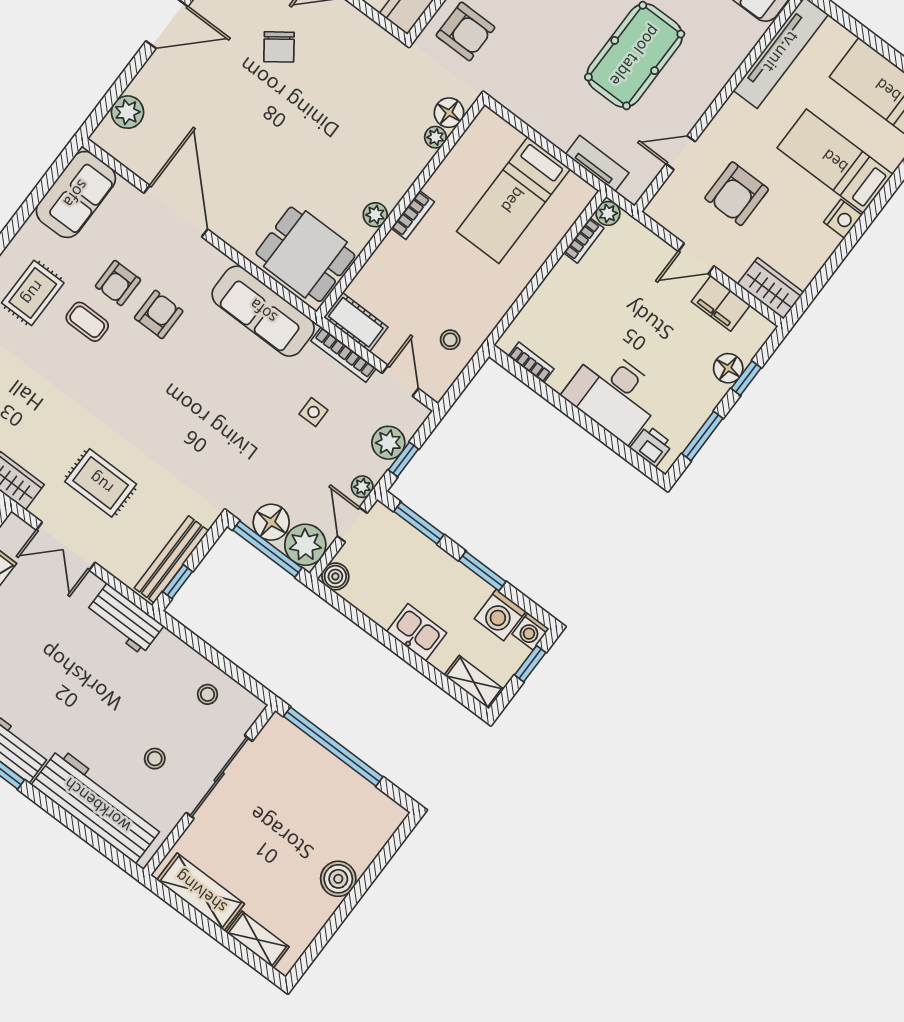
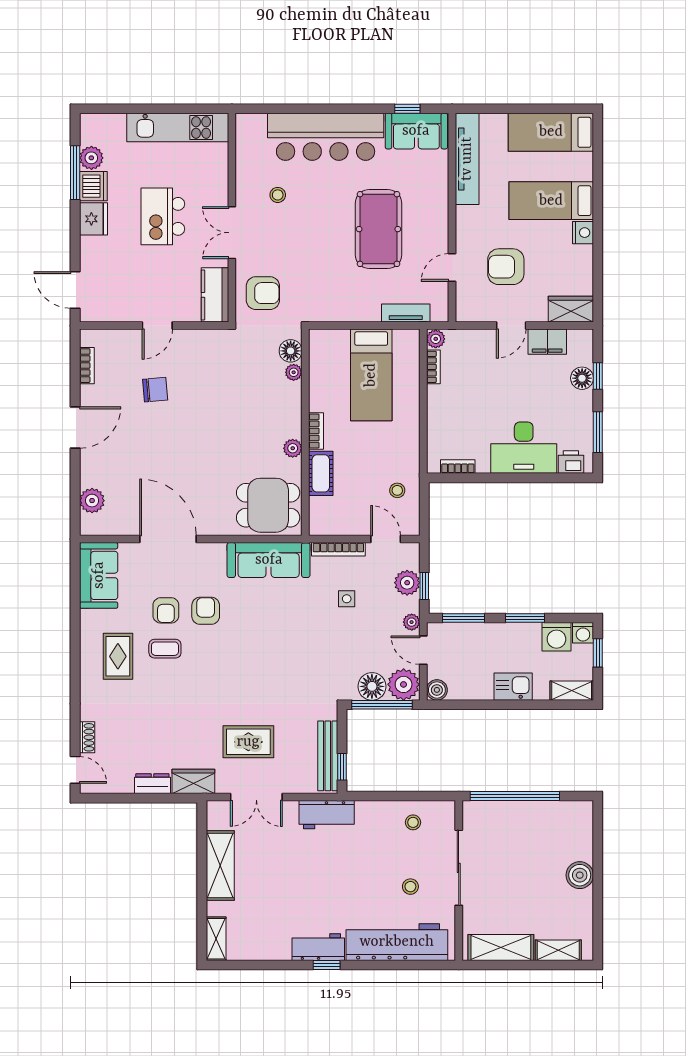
chair: (279, 47) -> (155, 390), turned -59
armchair: (737, 194) -> (506, 267), turned 90
cot: (356, 322) -> (321, 473), moved, turned 90

